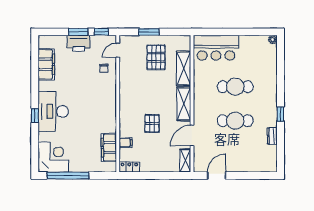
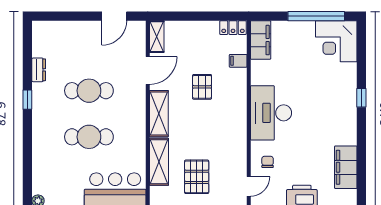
desk: (53, 111) -> (271, 113), moved, turned 180
filing cabinet: (109, 148) -> (261, 40), moved

